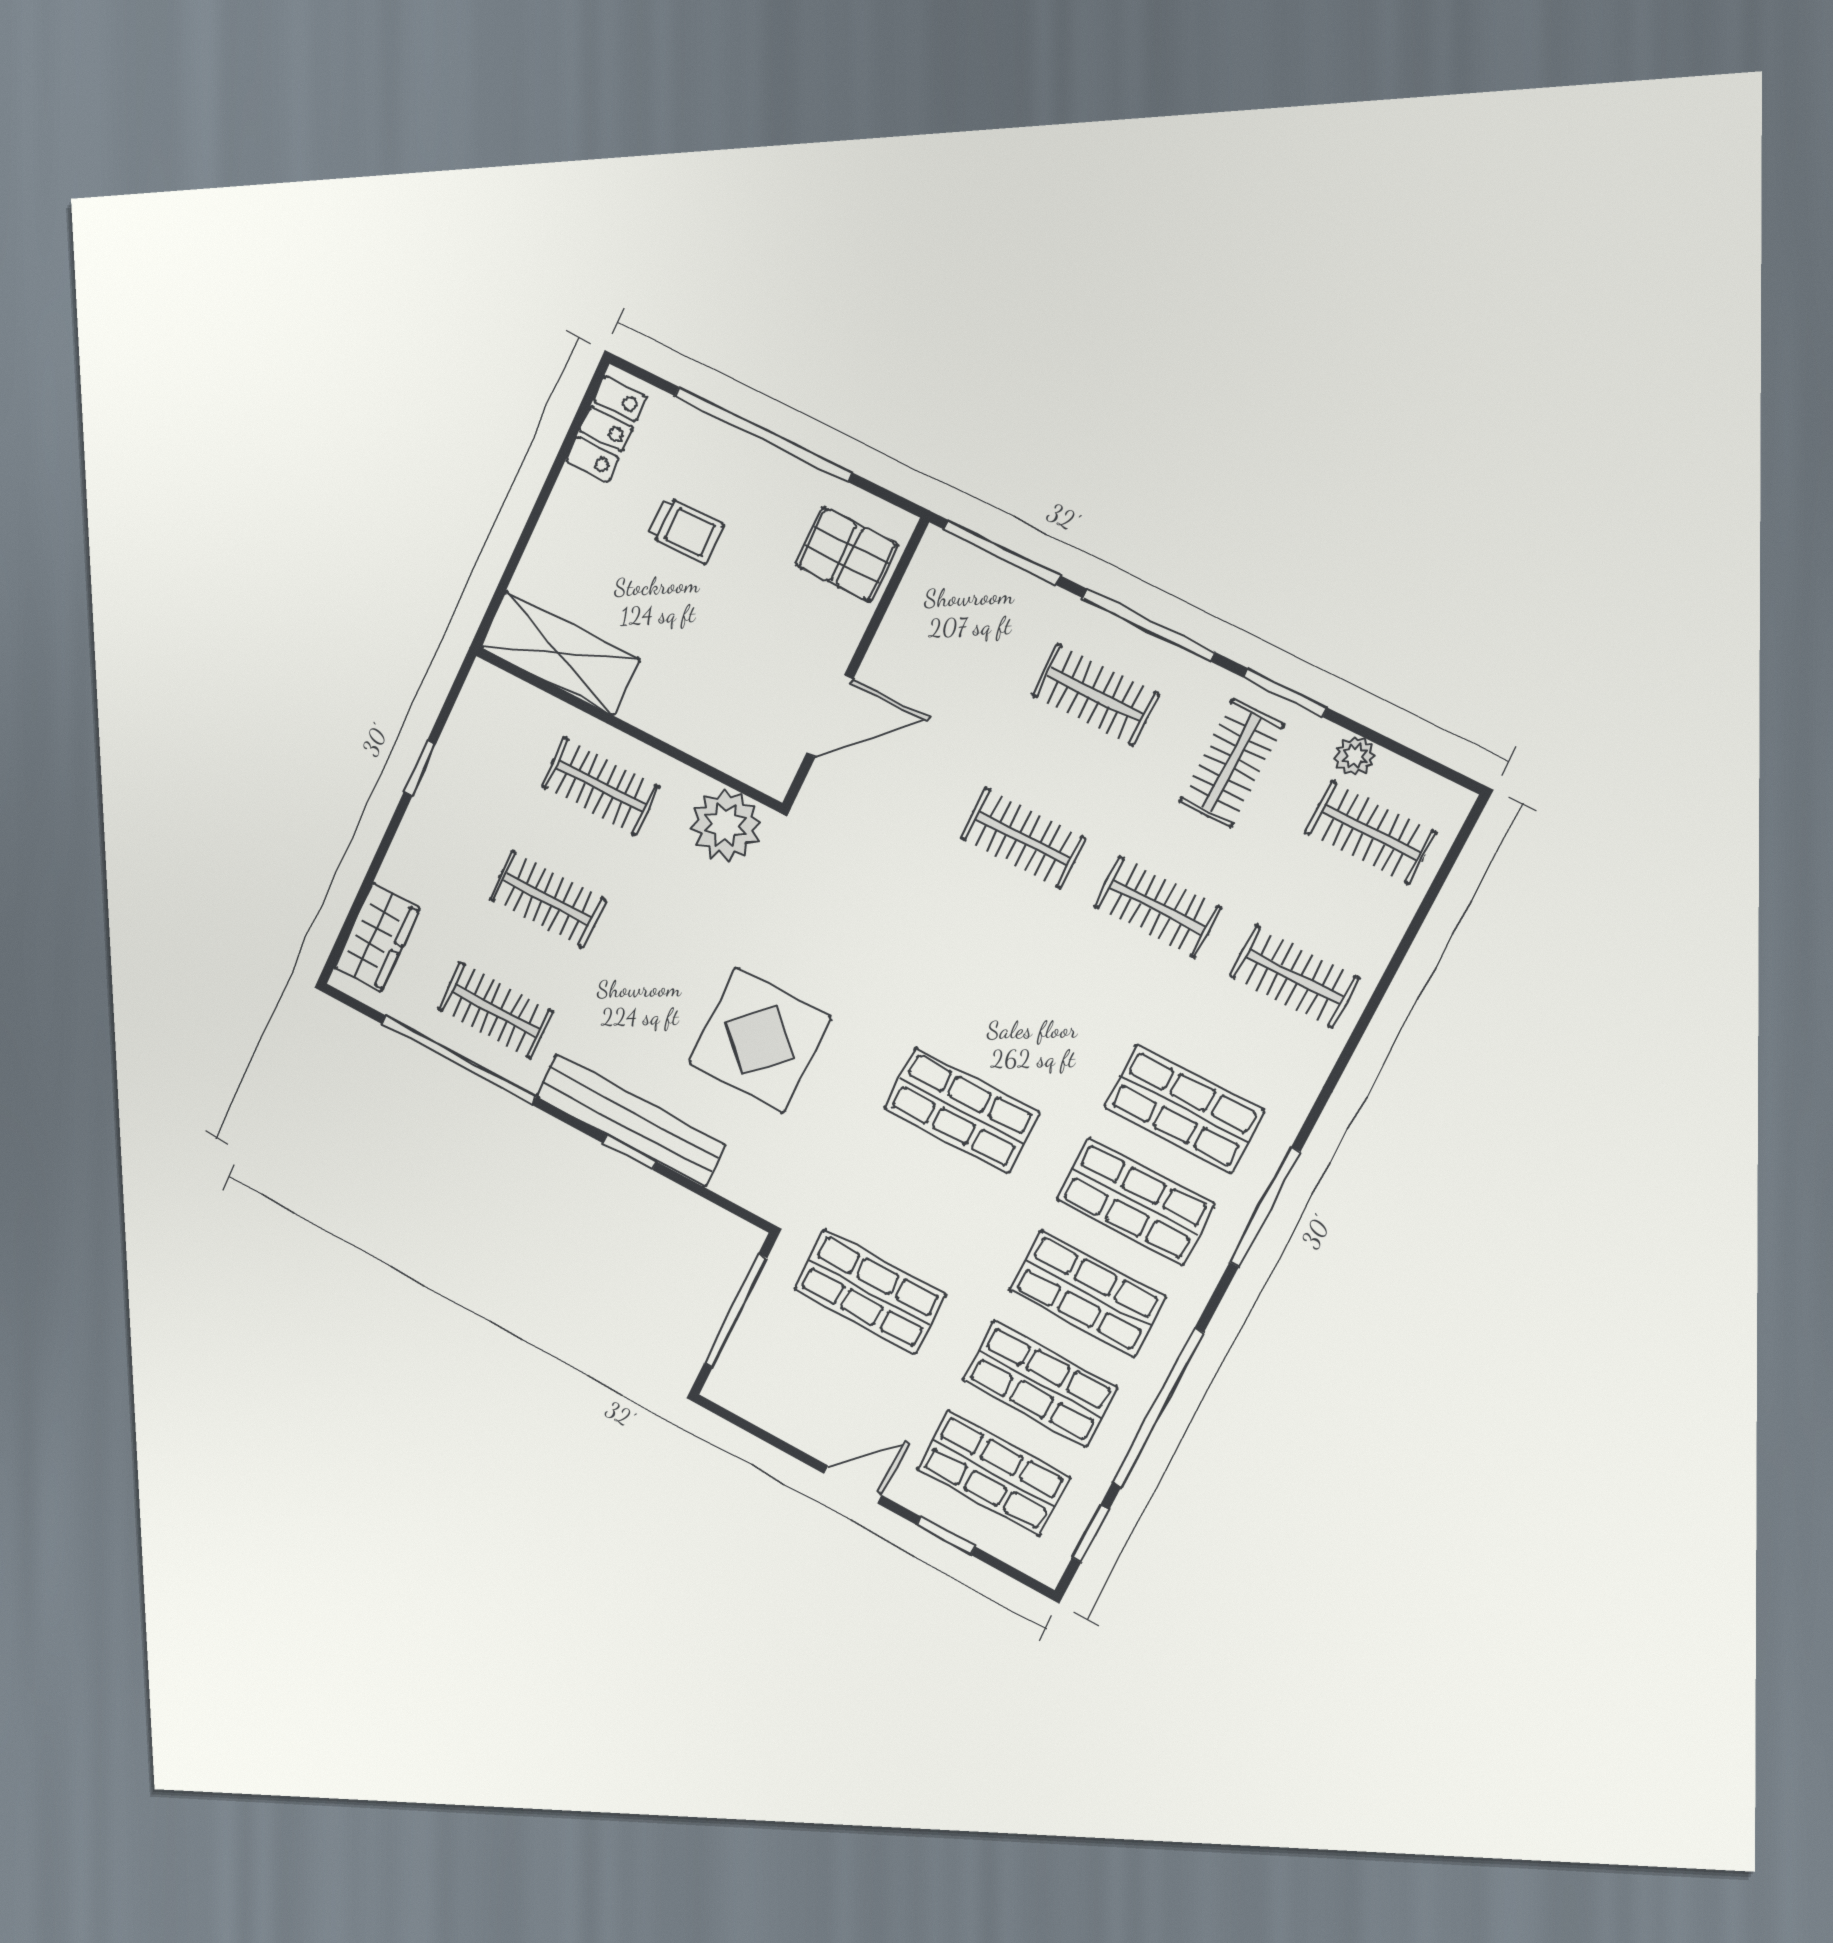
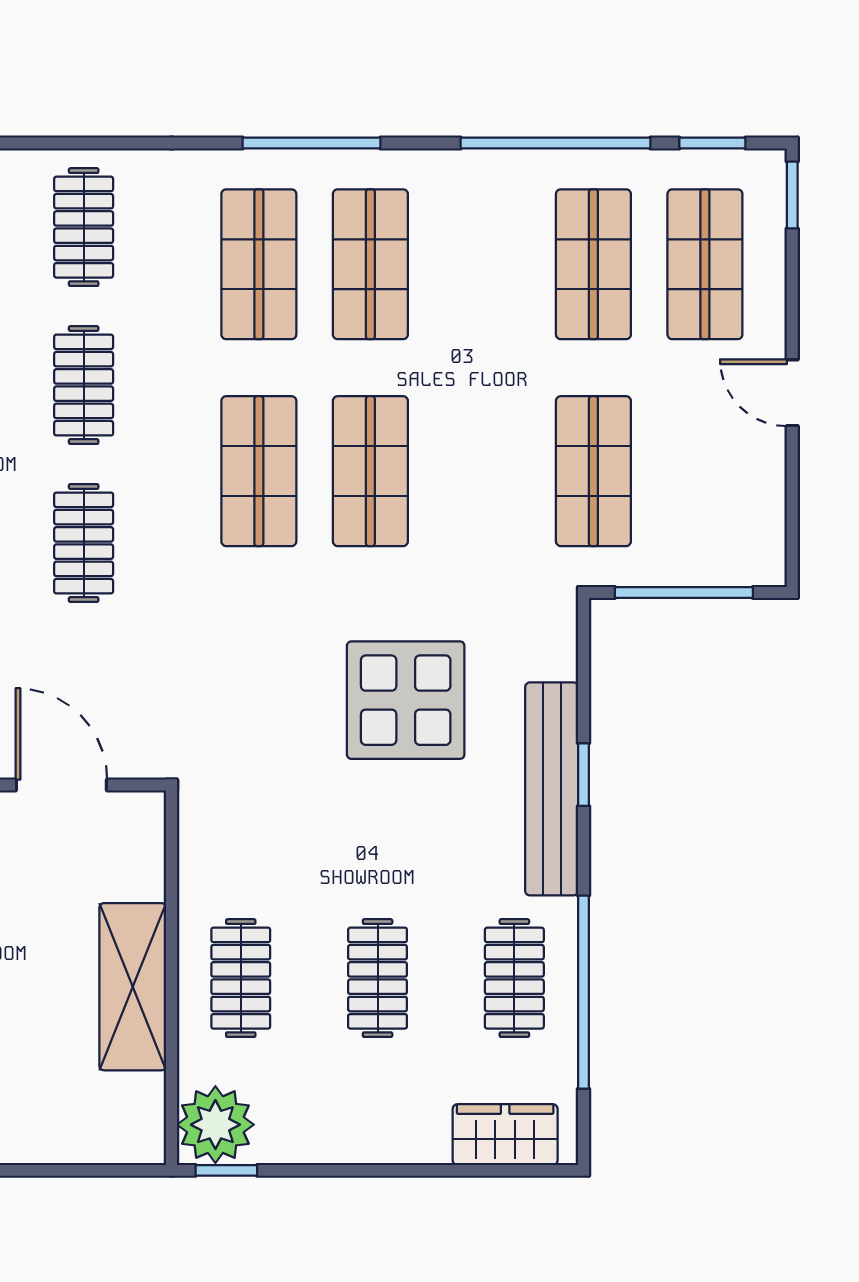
shelving: (560, 653) -> (133, 987), moved
window: (420, 768) -> (226, 1170), moved
plant: (726, 825) -> (215, 1125), moved
shop shelf: (1087, 1293) -> (259, 471), moved
window: (946, 1536) -> (792, 195), moved

